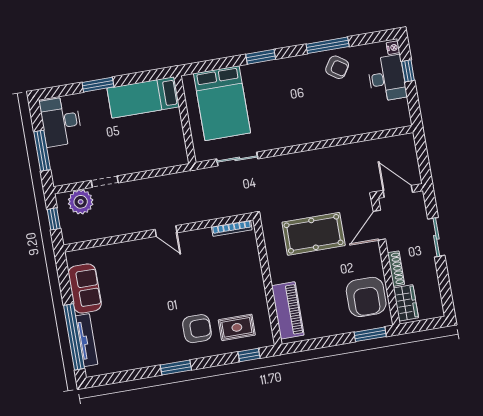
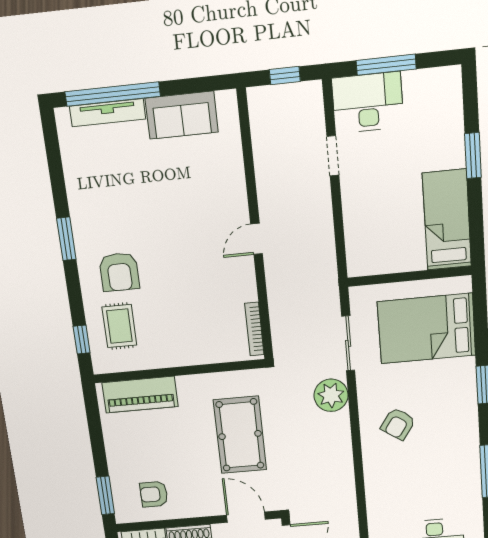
armchair: (337, 67) -> (398, 424), moved
desk: (61, 121) -> (368, 103), moved
plant: (81, 202) -> (331, 395), moved
armchair: (366, 297) -> (154, 494), width x0.53, depth x0.53

